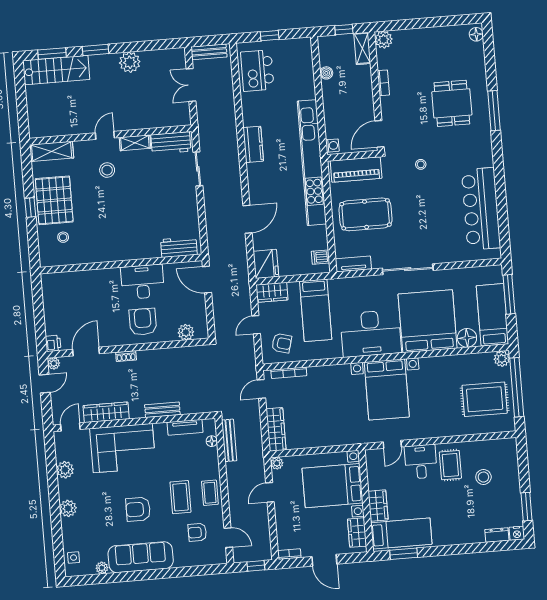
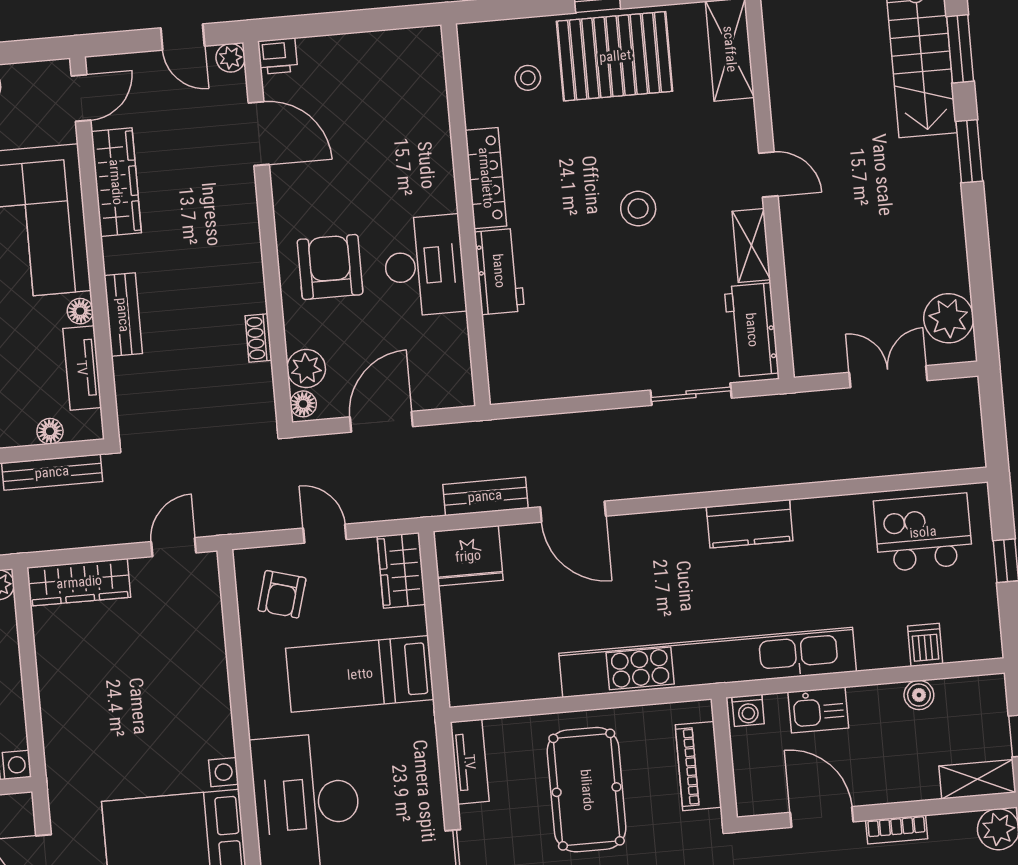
bench: (209, 52) -> (485, 496), moved, turned 90
plant: (130, 62) -> (949, 318), moved
kitchen sink: (332, 116) -> (818, 710), added
door: (379, 134) -> (822, 817), moved
piano: (356, 169) -> (698, 766), width x0.73, depth x0.75
stool: (107, 170) -> (638, 209), moved
workbench: (179, 247) -> (499, 271), moved
locker: (106, 255) -> (486, 178), added
dishwasher: (320, 257) -> (925, 645), moved
door: (207, 280) -> (381, 422), moved
armchair: (143, 322) -> (330, 267), turned -90
floor lamp: (201, 334) -> (303, 404), added
shoe rack: (126, 356) -> (258, 338), moved
bookcase: (289, 373) -> (212, 612), removed
door: (261, 389) -> (174, 547), hinge flipped
door: (70, 427) -> (81, 98), hinge flipped
floor lamp: (161, 428) -> (80, 311), added

